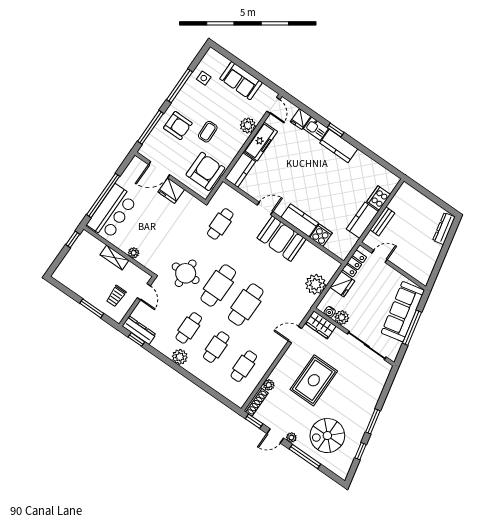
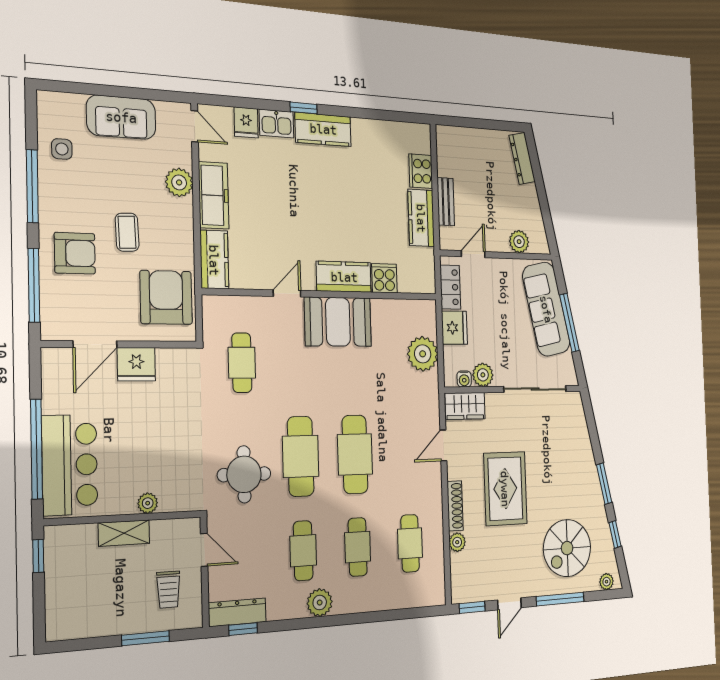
plant: (411, 268) -> (519, 242), added
shoe rack: (256, 402) -> (455, 506), moved
plant: (291, 438) -> (607, 582), moved

